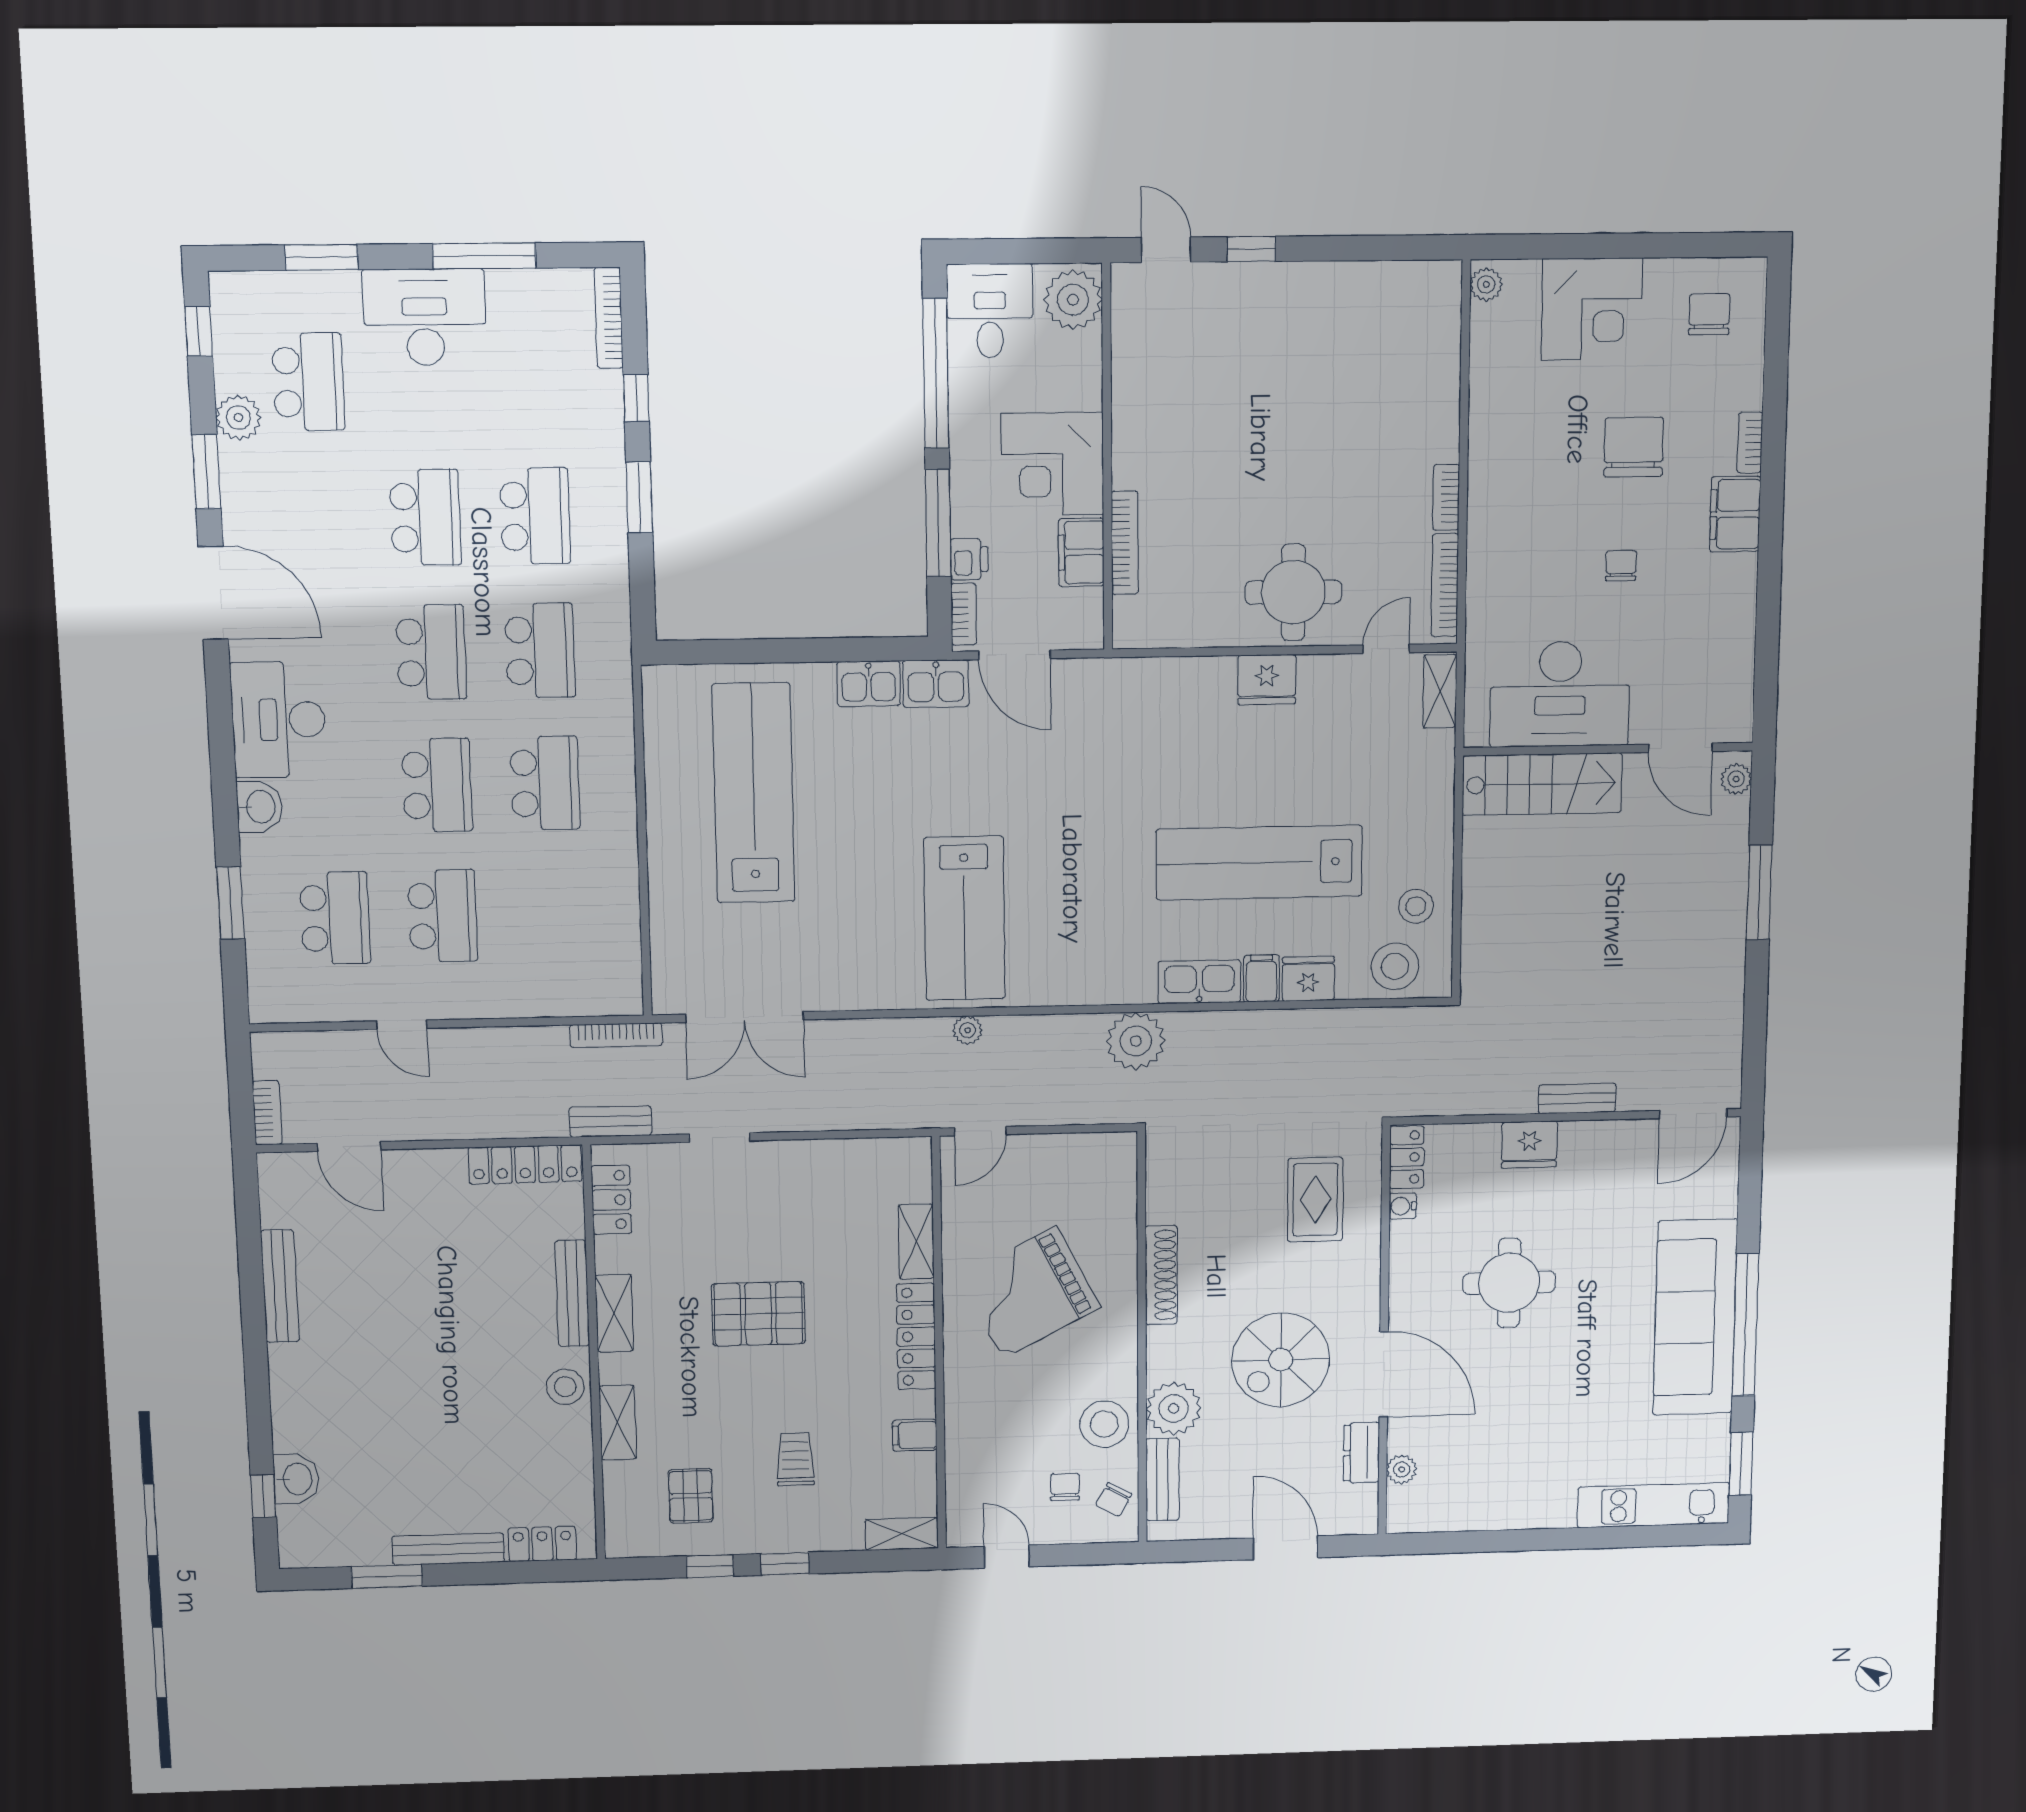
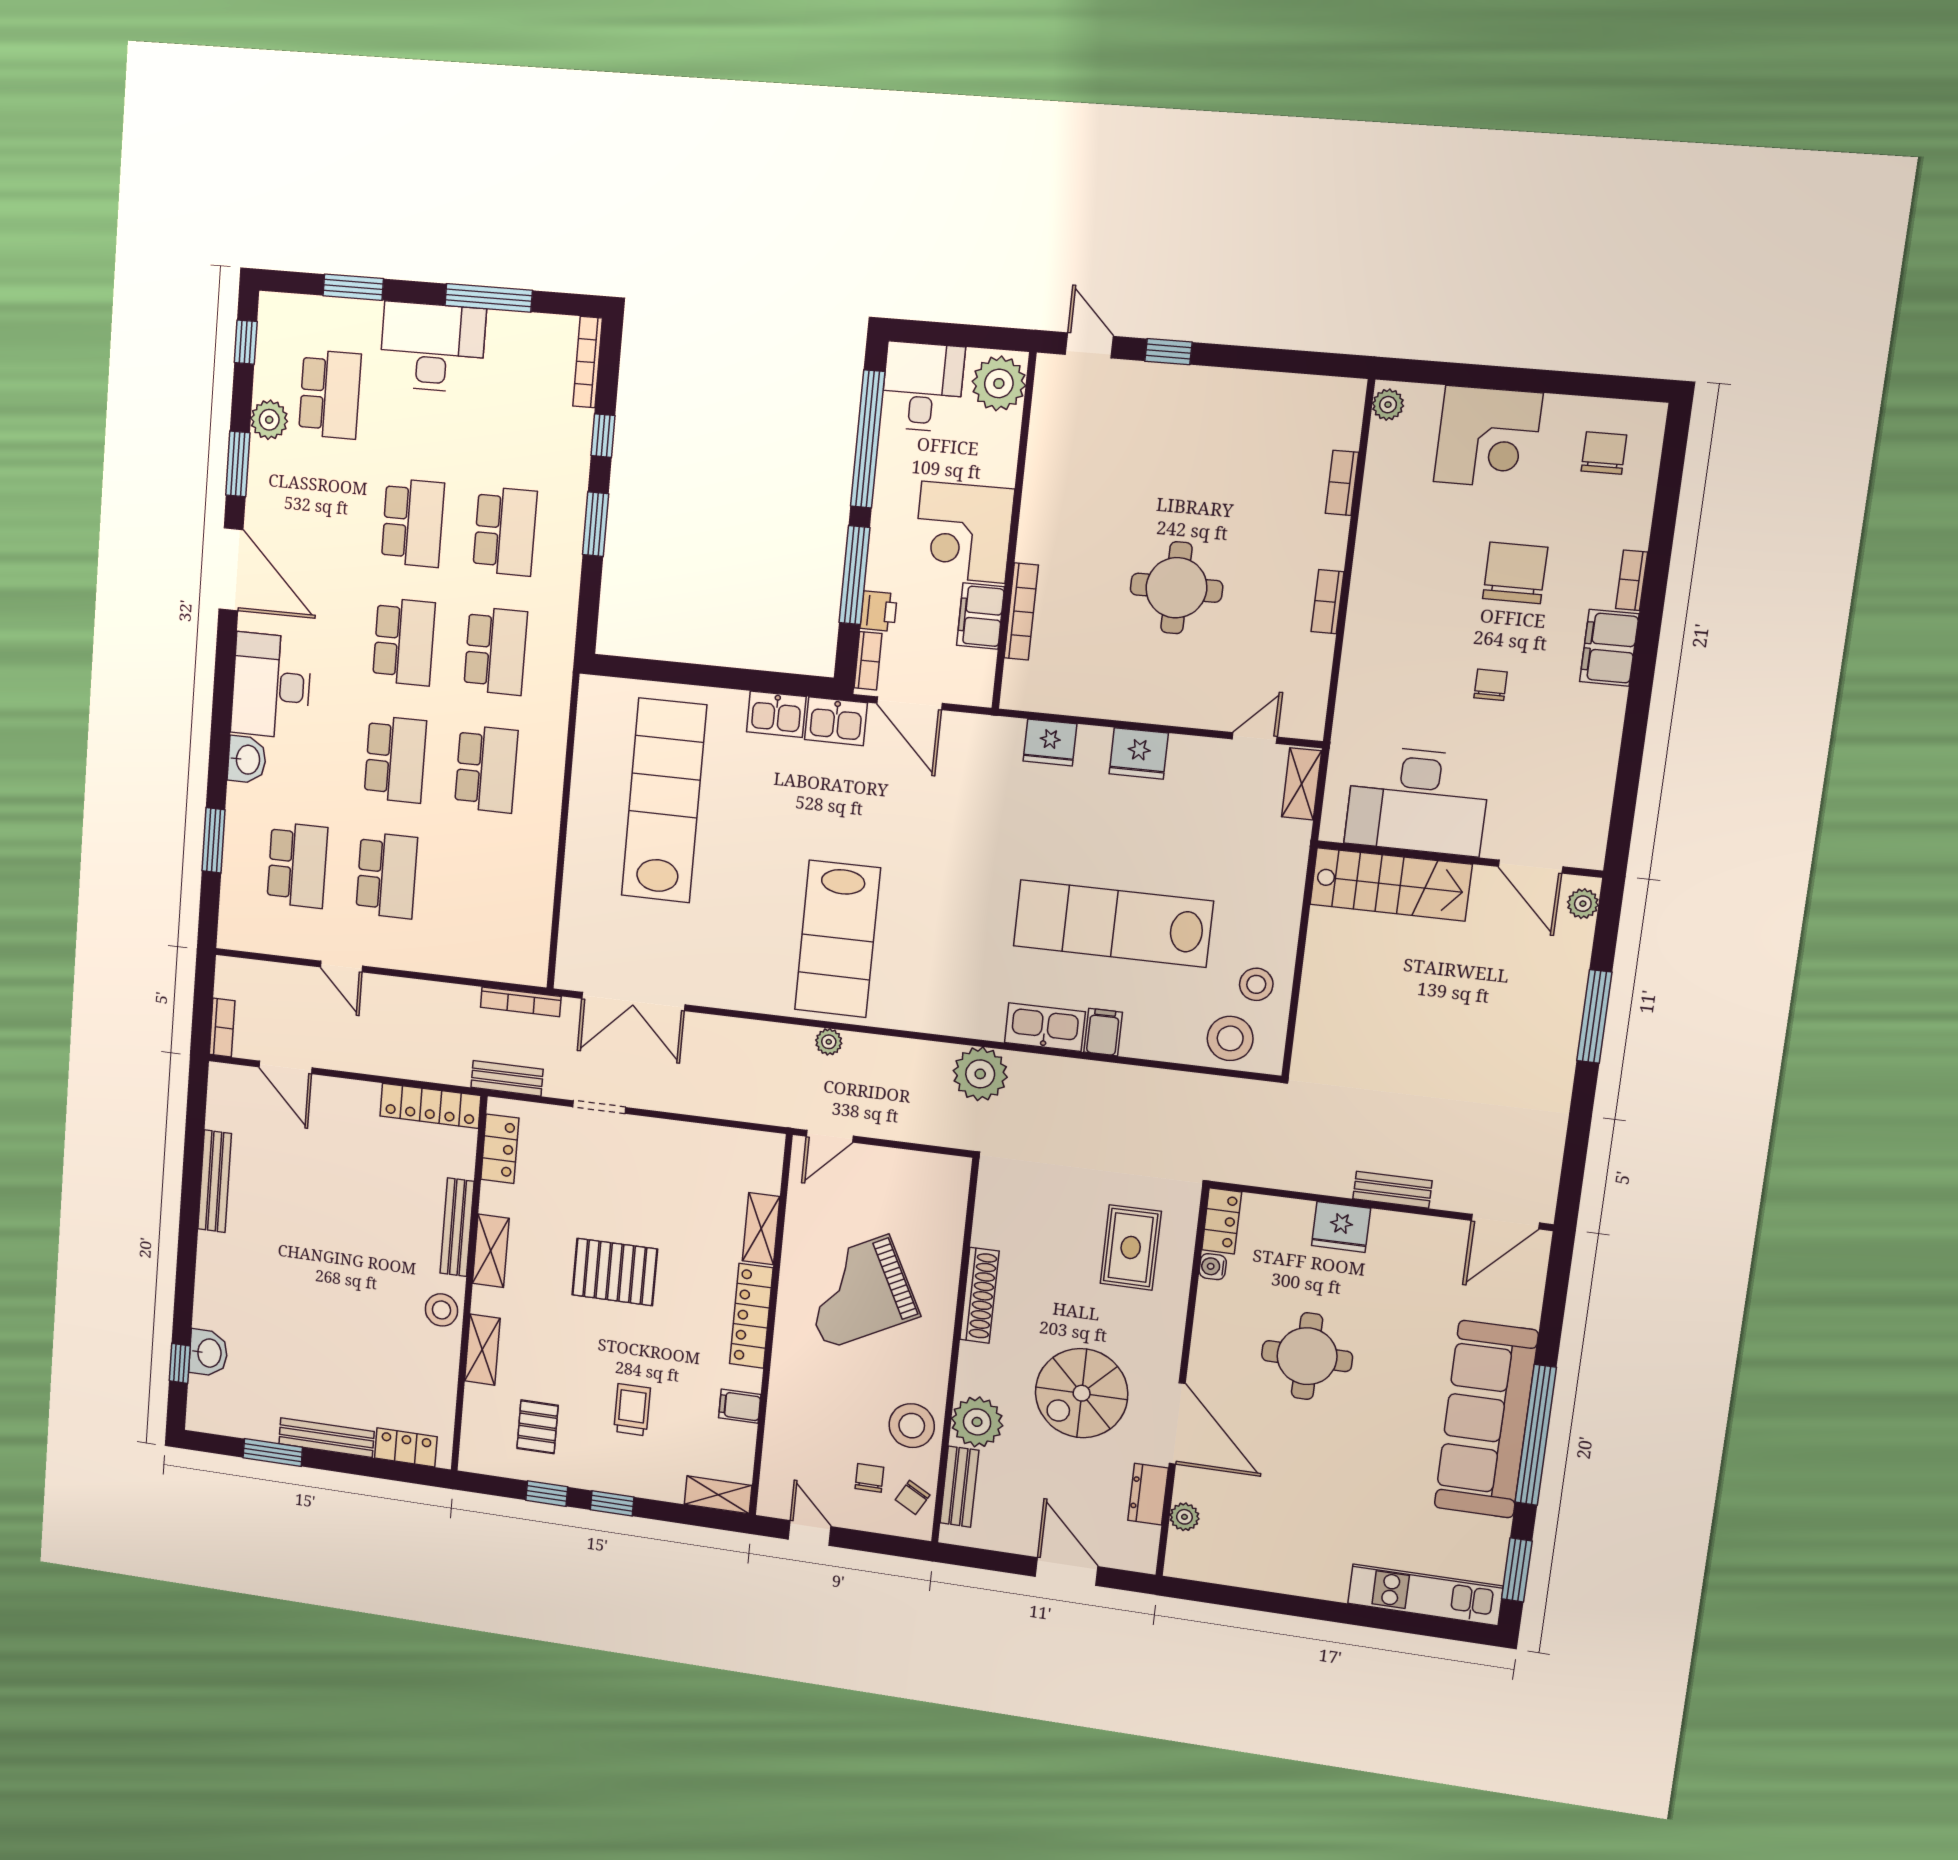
bookcase: (1445, 585) -> (1342, 483), moved, width x0.64
round table: (1293, 592) -> (1176, 588), moved
fridge: (1308, 979) -> (1050, 742), moved, turned 180

